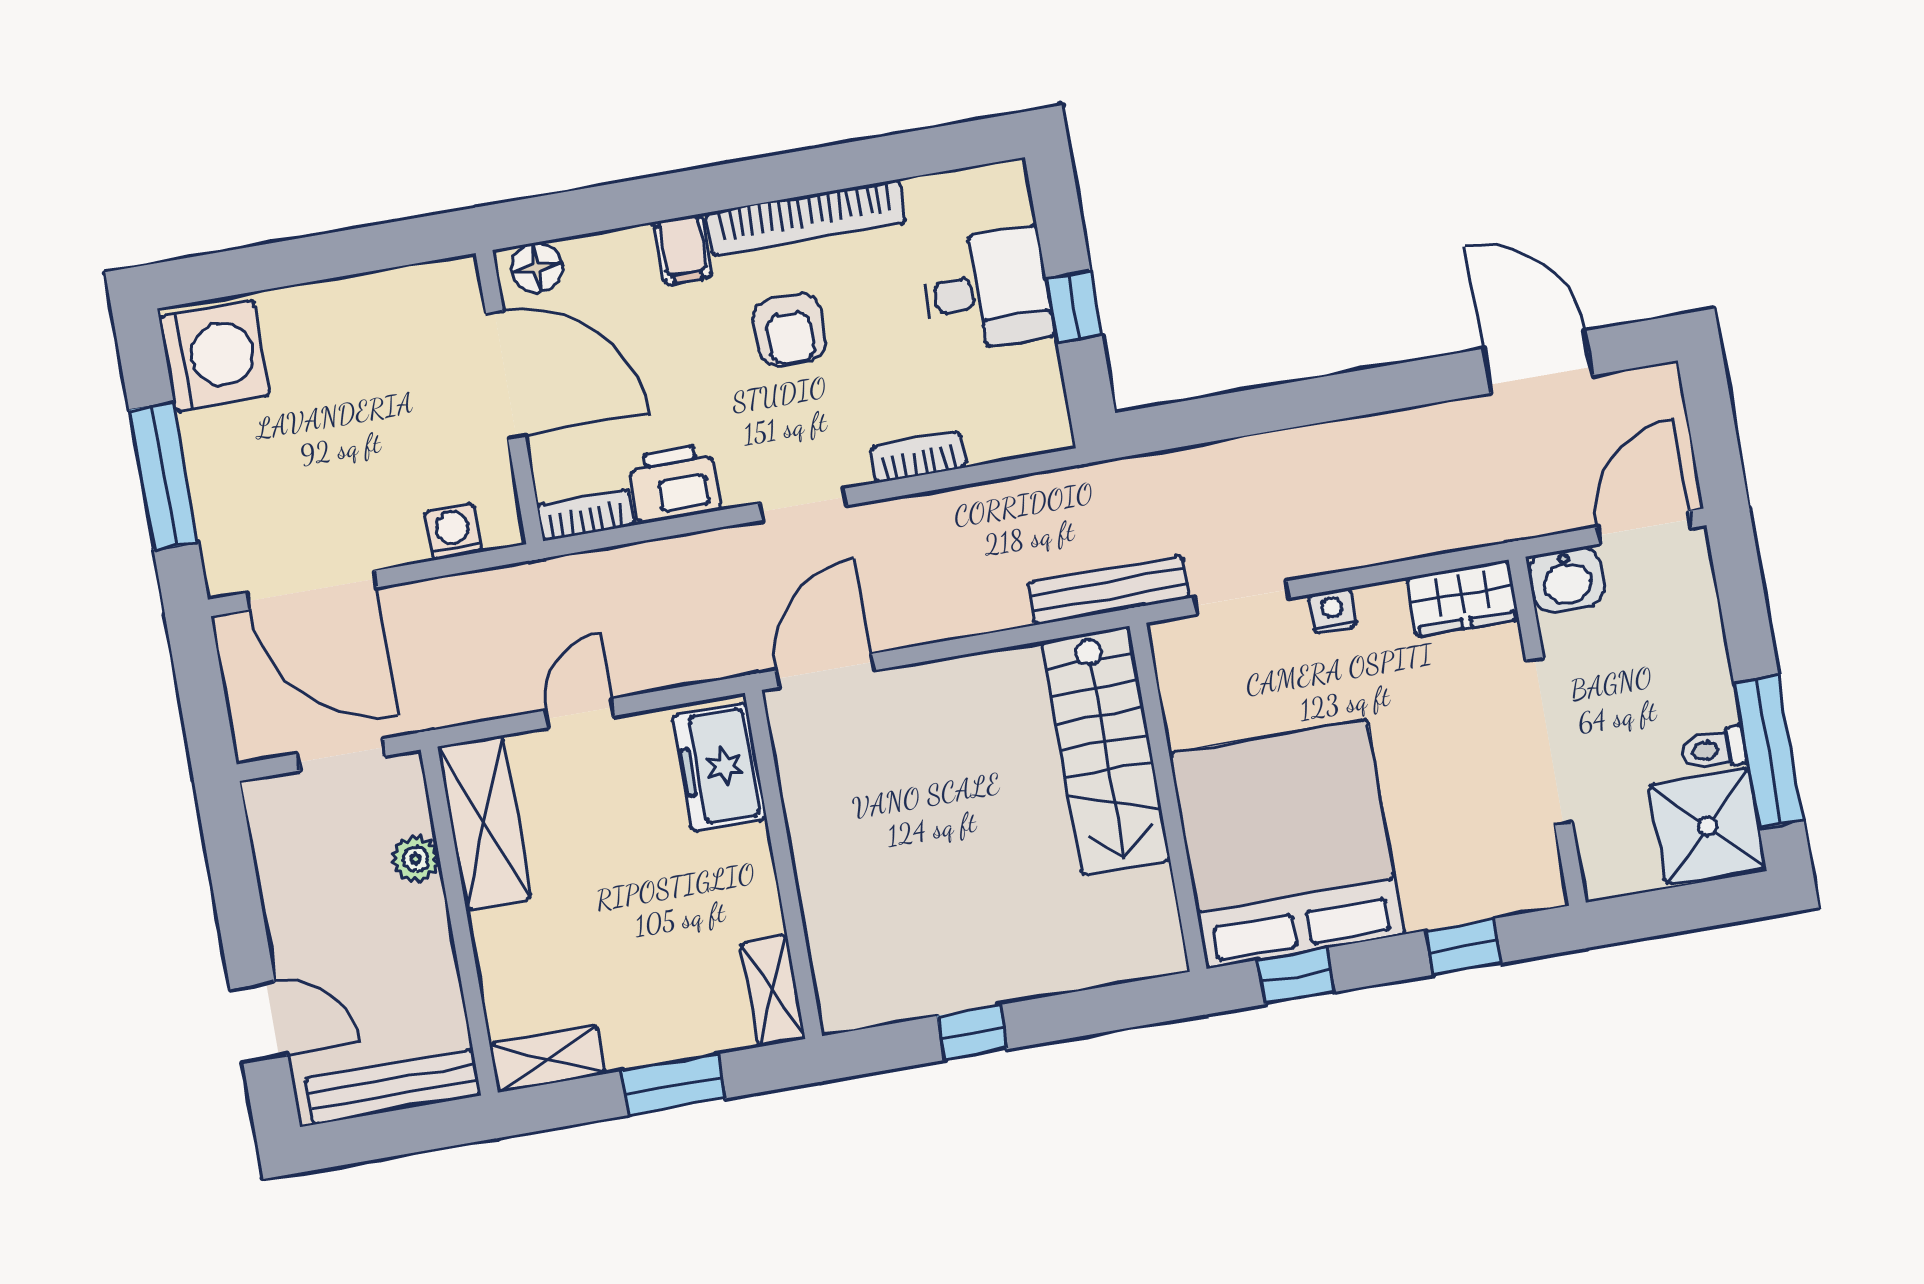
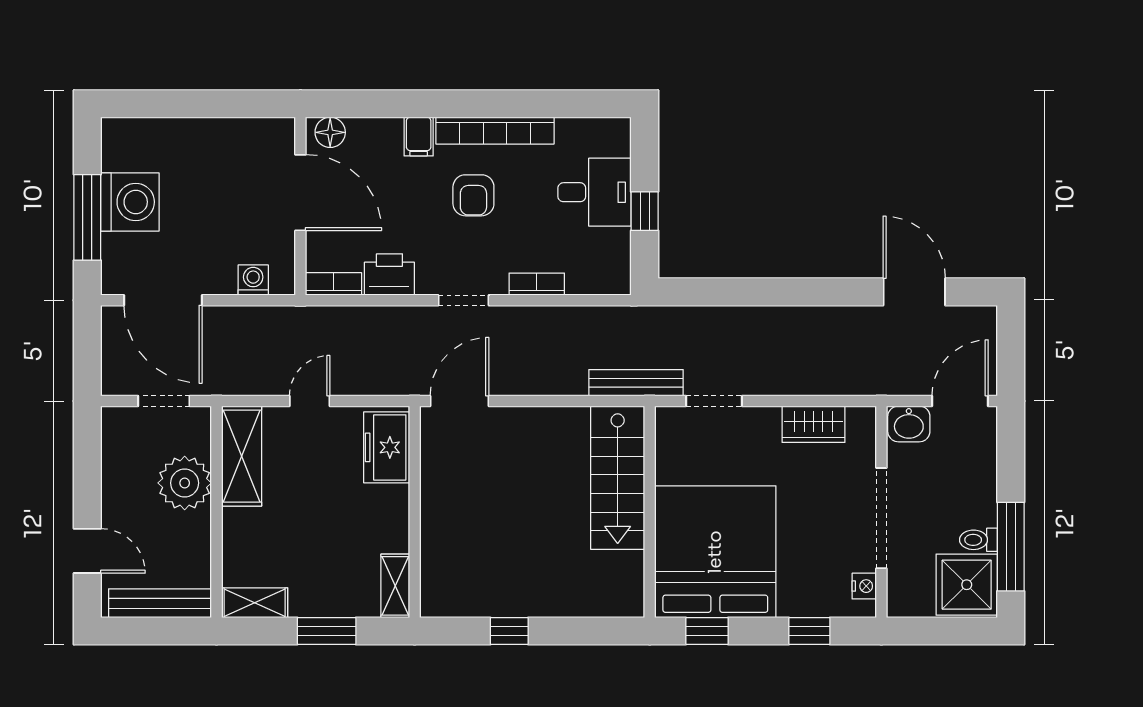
washing machine: (215, 356) -> (130, 202), moved
wardrobe: (1463, 598) -> (814, 424), moved
nightstand: (1332, 611) -> (864, 586), moved, turned 90
plant: (416, 859) -> (185, 483), width x1.87, depth x1.87

